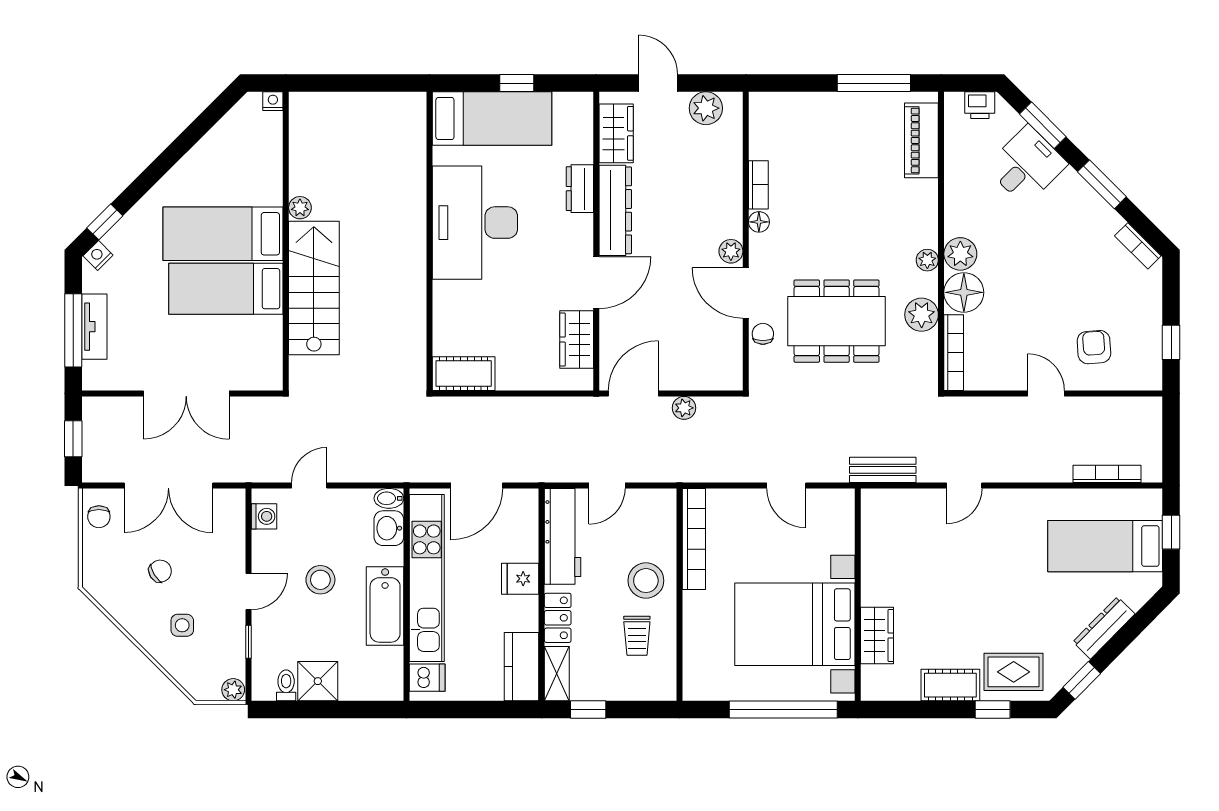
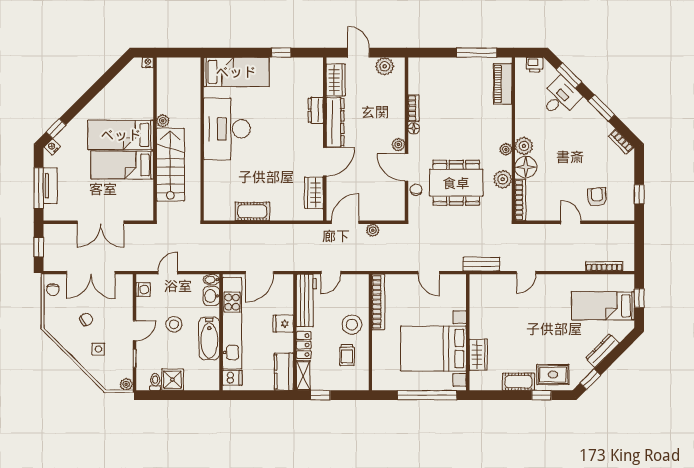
bed: (492, 118) -> (236, 72), moved
desk: (475, 223) -> (227, 129), moved
wall: (430, 241) -> (202, 139), moved

